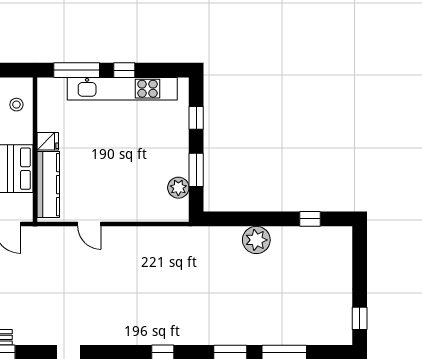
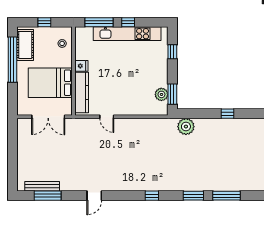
window: (196, 170) -> (172, 94), moved
window: (310, 219) -> (228, 114), moved
plant: (256, 240) -> (186, 127), moved

